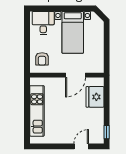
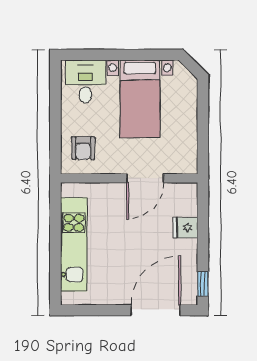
fridge: (95, 97) -> (185, 228), width x0.53, depth x0.75
door: (81, 146) -> (156, 310), width x1.88

